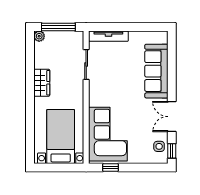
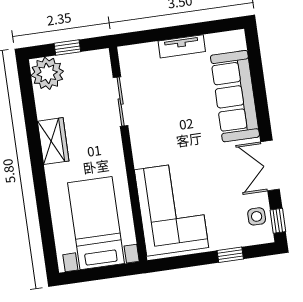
window: (58, 27) -> (67, 48), width x0.46
plant: (39, 36) -> (47, 73), width x1.87, depth x1.87
tv unit: (108, 36) -> (182, 46), moved, width x0.71
window: (111, 167) -> (230, 255), moved

